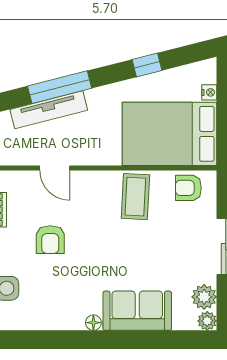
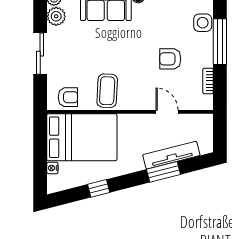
window: (60, 87) -> (163, 172), width x0.69
armchair: (50, 240) -> (170, 59), turned -90

